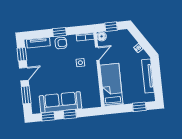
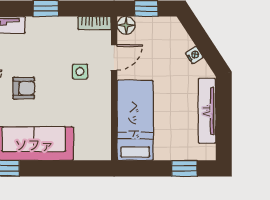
armchair: (61, 43) -> (24, 88), moved
window: (70, 114) -> (49, 168), removed

